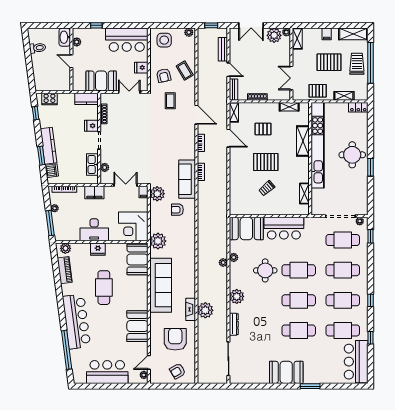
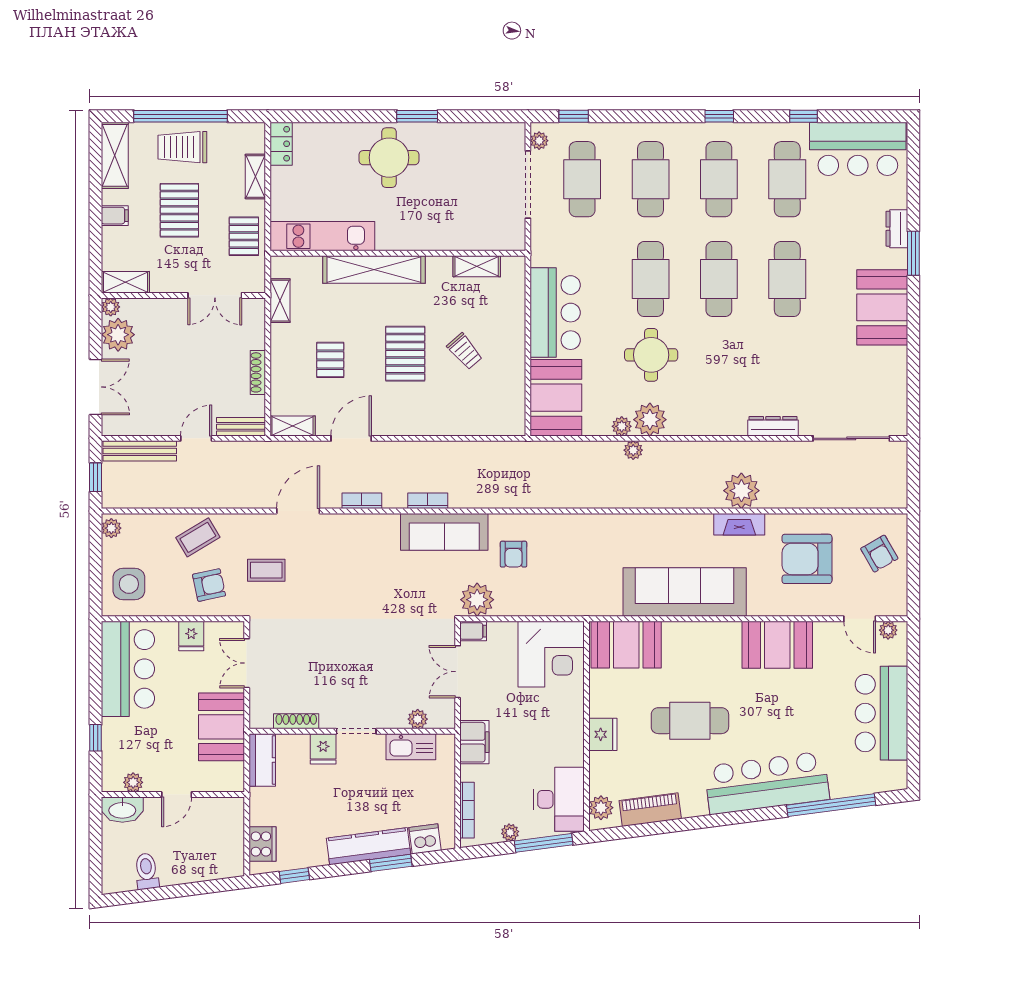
bench: (223, 49) -> (140, 451), width x1.36
shelving: (303, 141) -> (374, 270), width x1.47
kitchen unit: (318, 145) -> (322, 236), width x0.54
desk: (94, 230) -> (559, 799), moved
plant: (158, 241) -> (584, 598), removed
plant: (237, 296) -> (650, 420), moved
dresser: (321, 379) -> (897, 229), added

